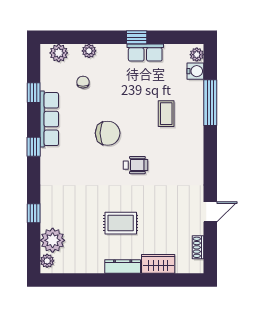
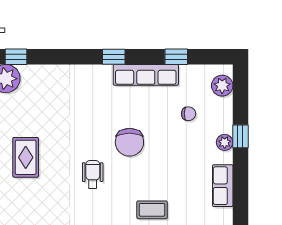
window: (137, 37) -> (240, 136), moved
plant: (89, 51) -> (225, 142), moved
wheelchair: (135, 165) -> (93, 174), turned 180
window: (34, 213) -> (16, 57), moved

